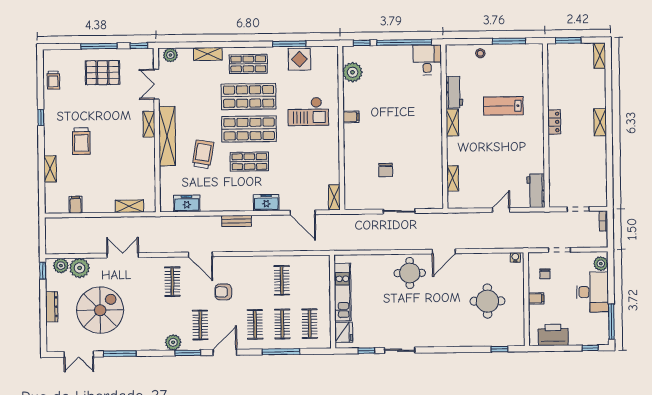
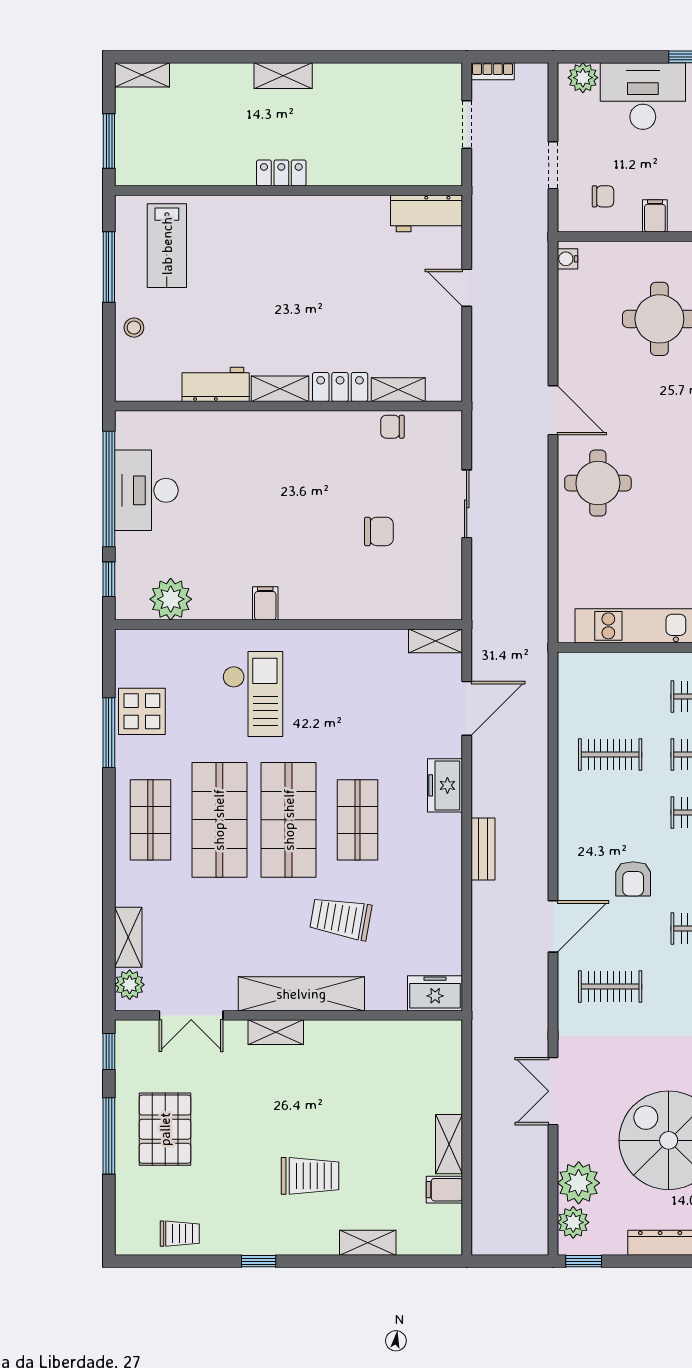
shelving: (208, 54) -> (128, 937), moved
desk: (427, 60) -> (146, 490), moved, width x1.37
lab bench: (503, 106) -> (167, 246), moved
locker: (454, 151) -> (340, 387), added
chair: (435, 176) -> (392, 427), added
freezer: (187, 203) -> (435, 993), moved, turned 90
shelving: (129, 206) -> (449, 1144), moved

